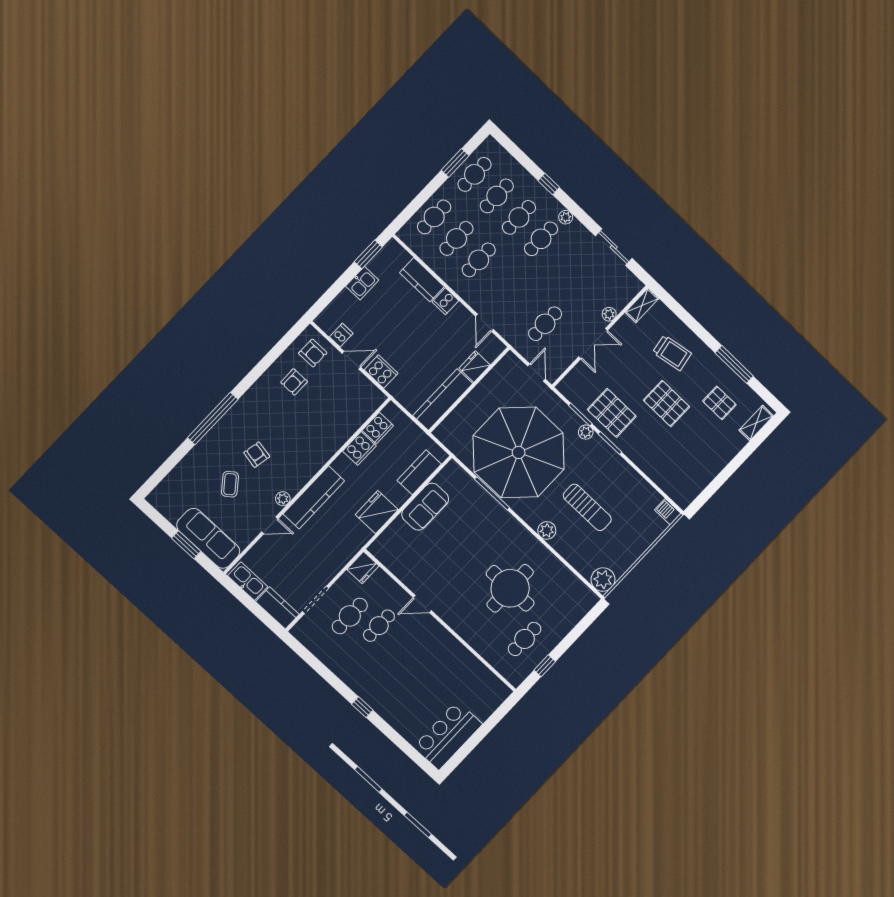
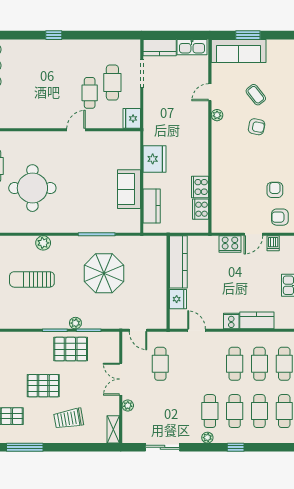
parasol: (519, 452) -> (104, 273), width x0.54, depth x0.54
kitchen counter: (314, 497) -> (200, 133), removed

